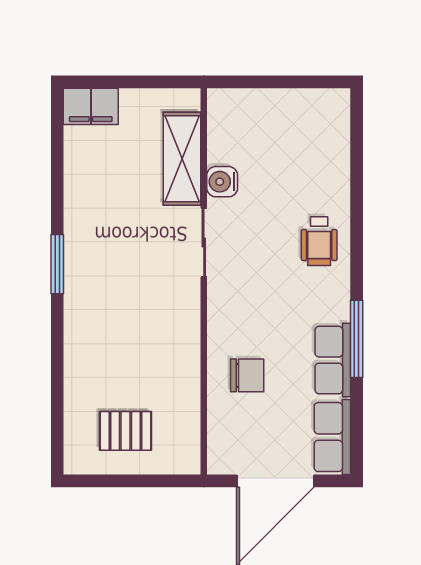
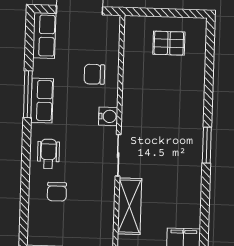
chair: (303, 179) -> (57, 192), added
water cooler: (222, 182) -> (108, 116), moved
row of seats: (333, 360) -> (42, 100), moved

